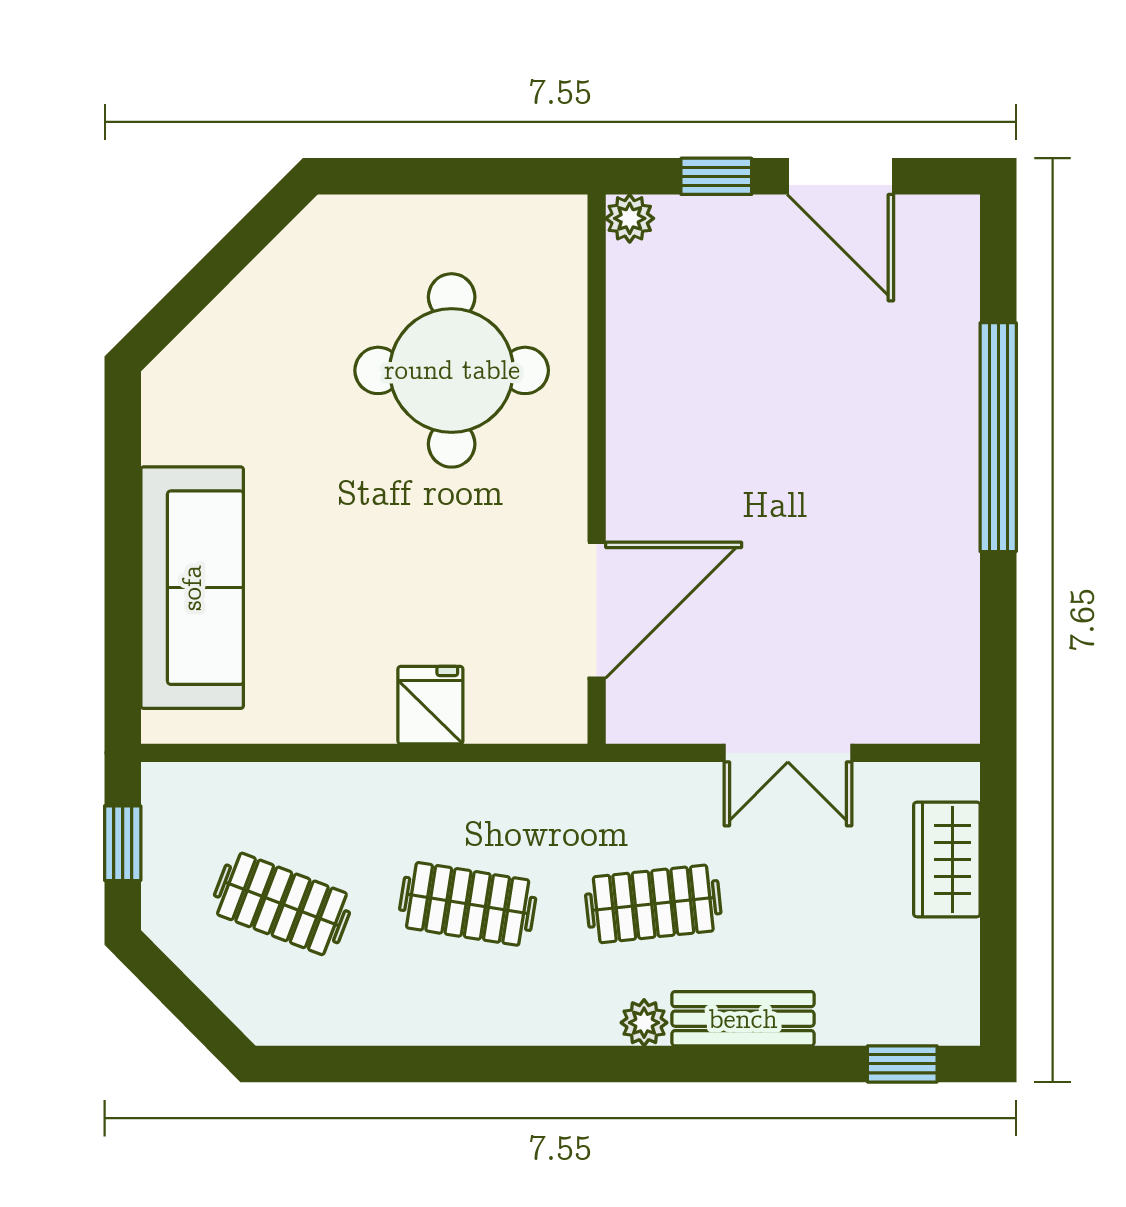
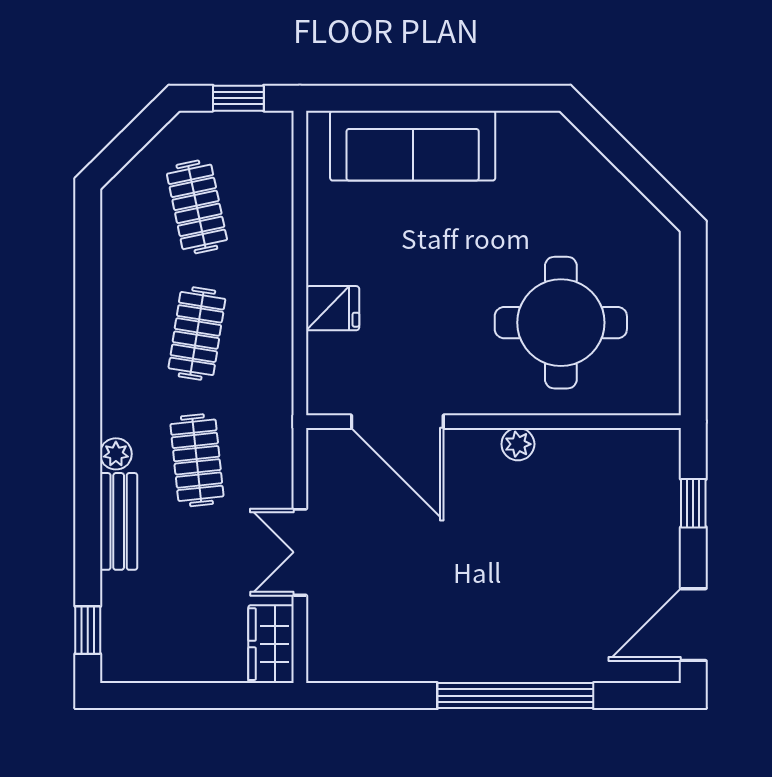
door: (840, 176) -> (693, 625), moved
plant: (630, 218) -> (518, 444), moved
wardrobe: (947, 859) -> (271, 644), moved, turned -90
clothes rail: (282, 904) -> (197, 207), turned -33

